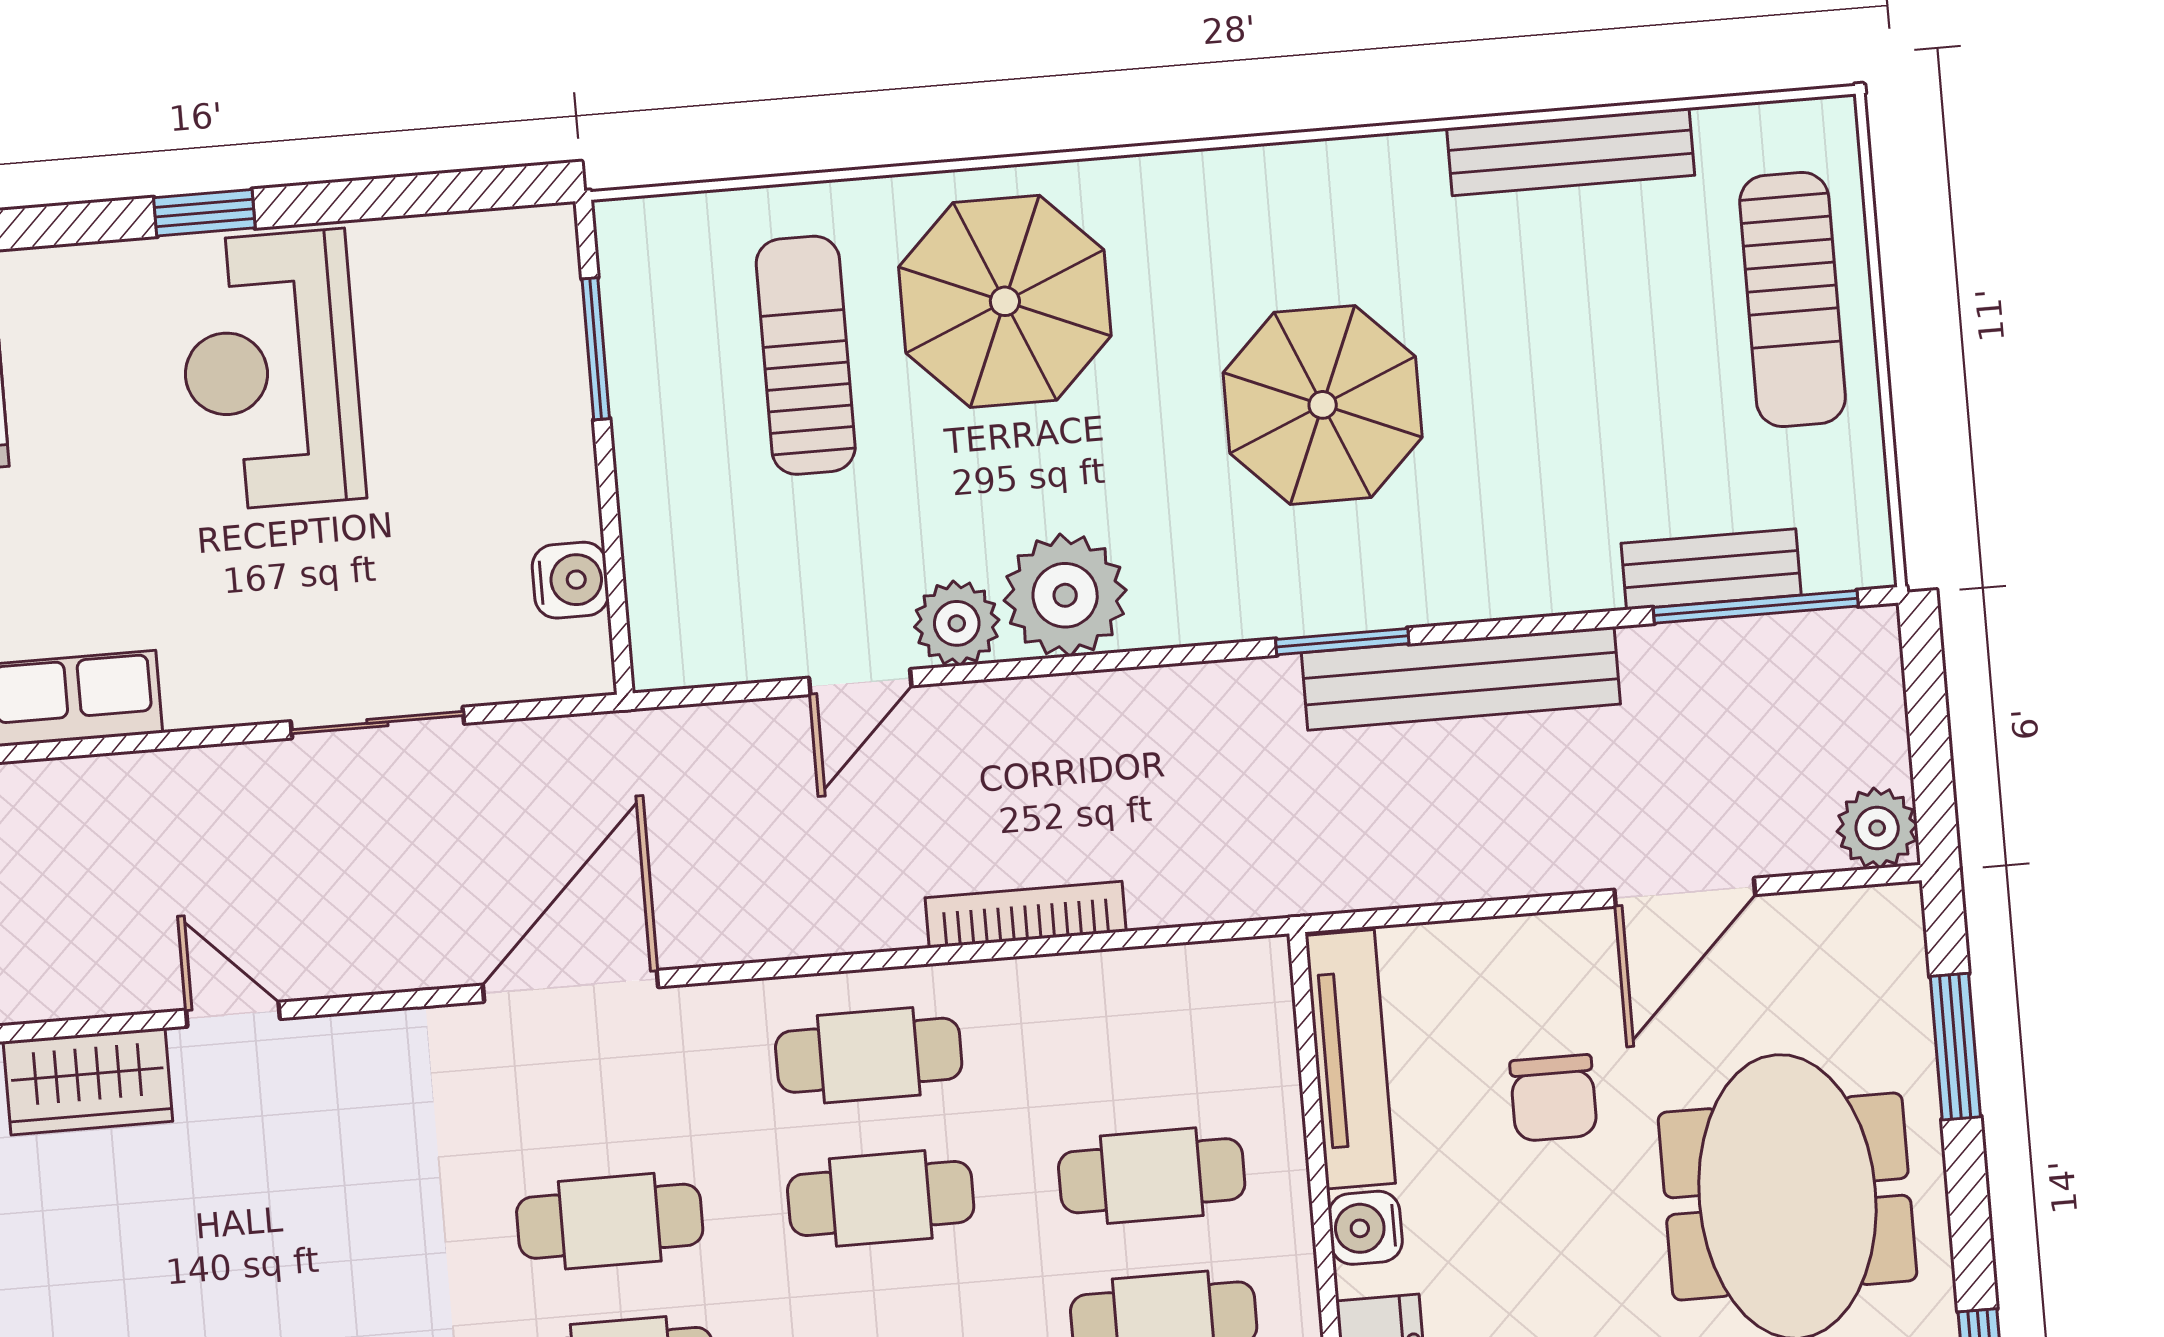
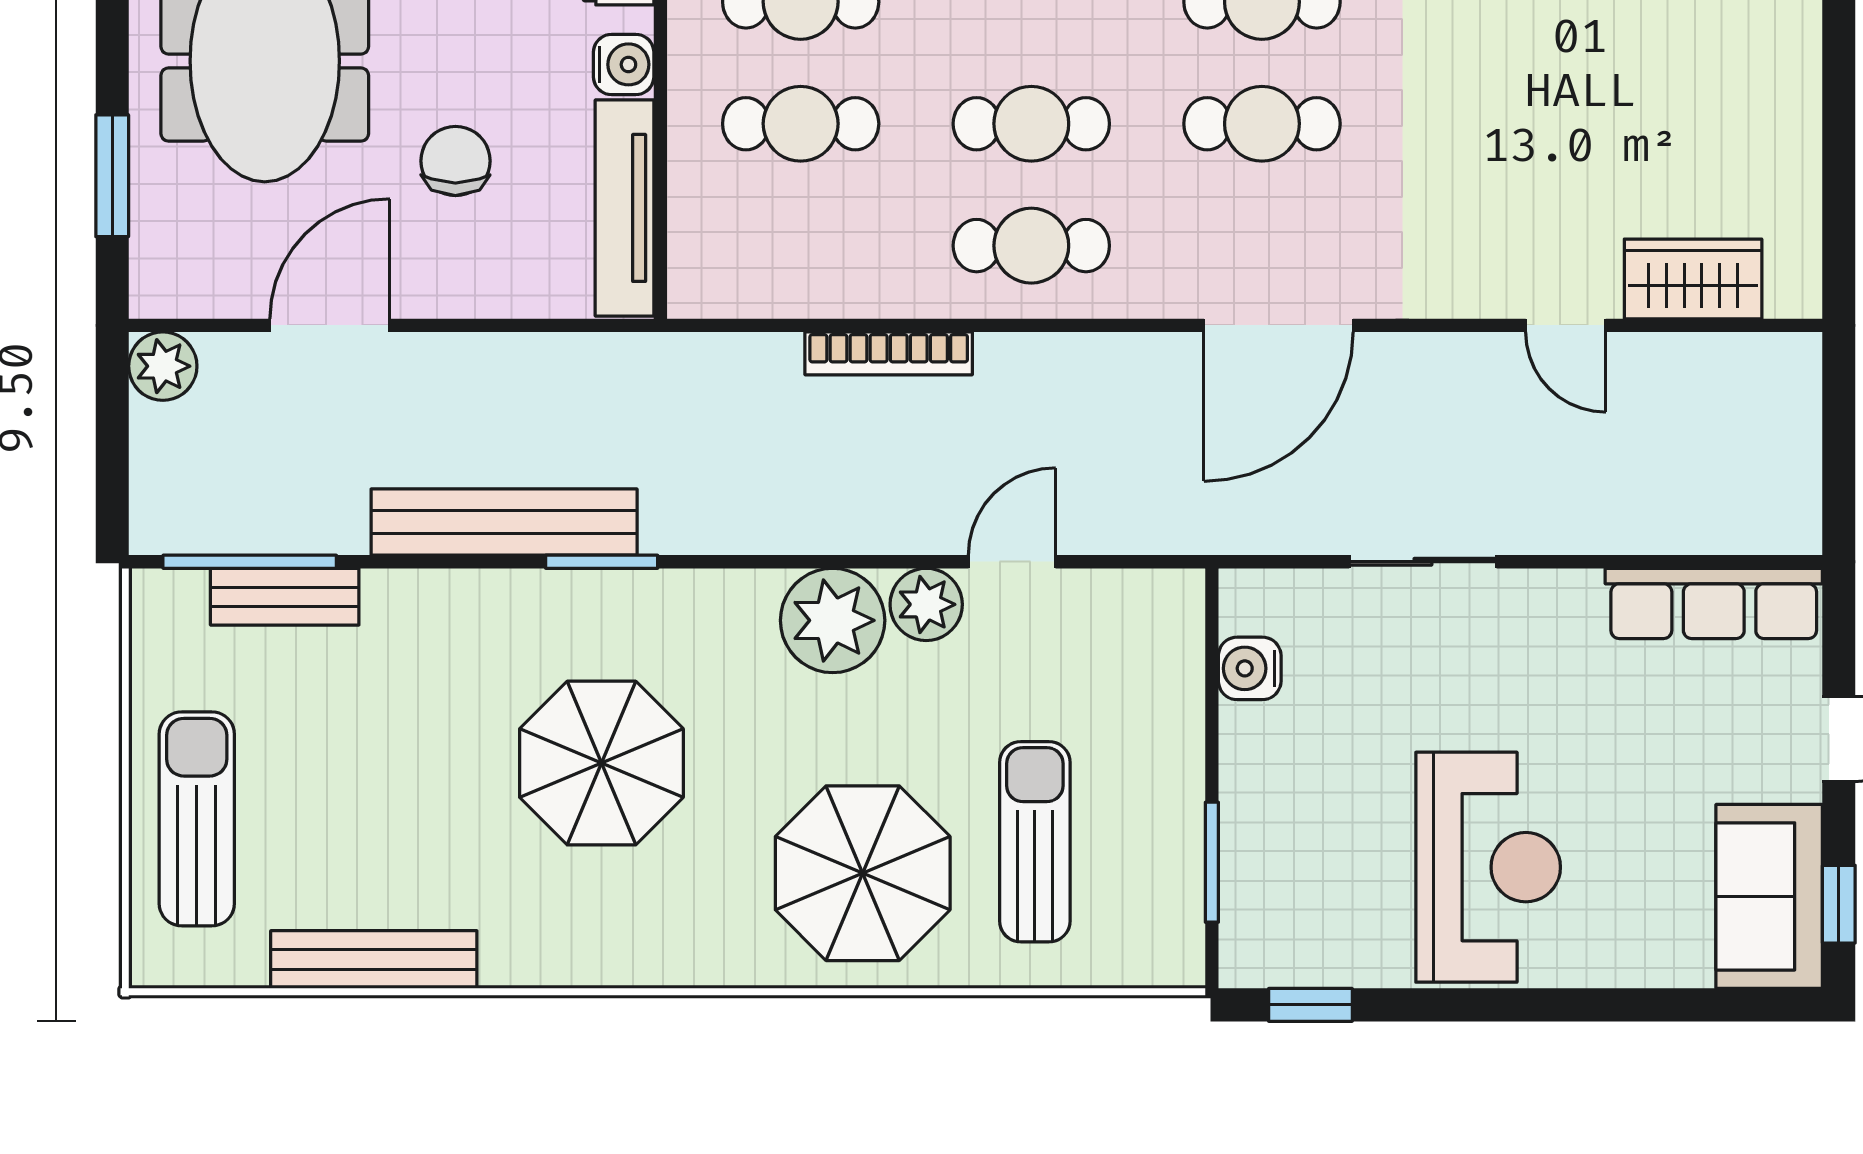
window: (204, 213) -> (1310, 1005), moved
sun lounger: (806, 355) -> (1035, 842), turned 180

